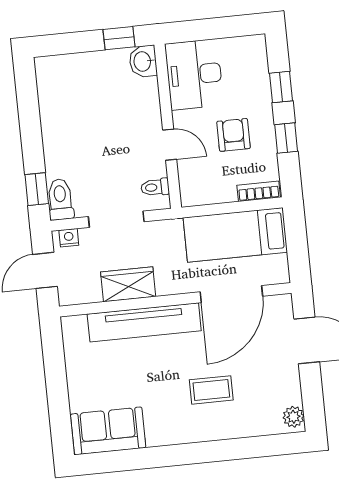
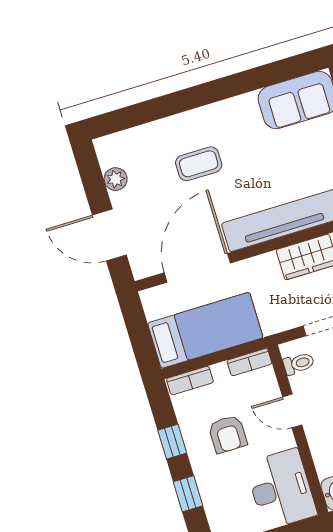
bookcase: (200, 198) -> (249, 362), added
plant: (293, 417) -> (116, 179), moved

